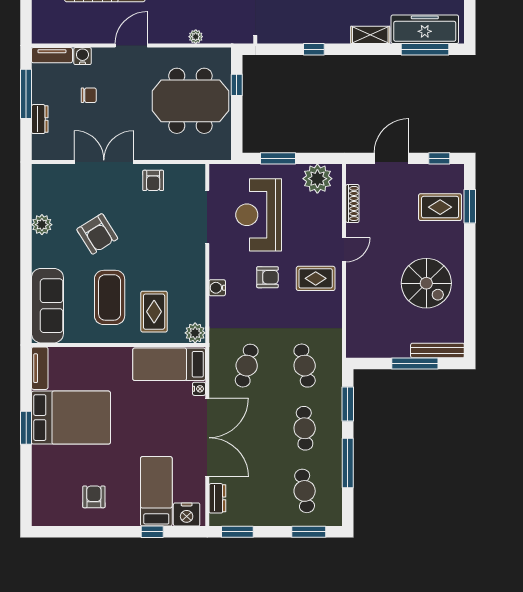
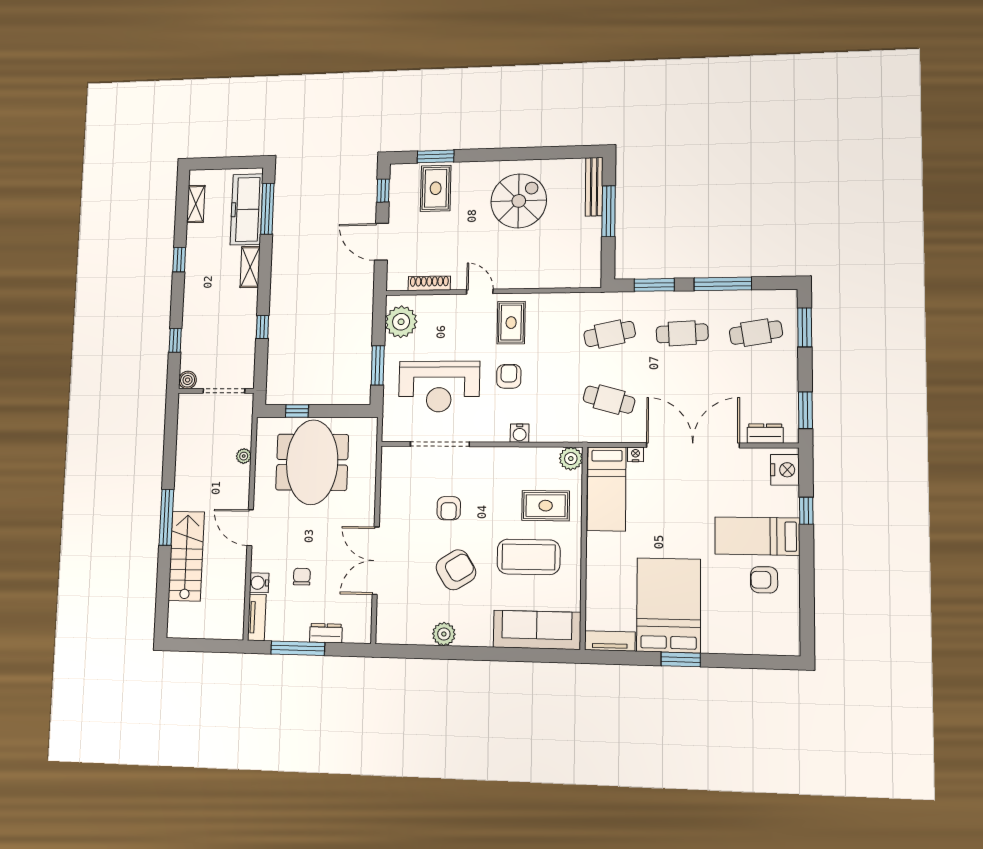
armchair: (153, 180) -> (449, 508), moved, turned 90
bed: (156, 491) -> (757, 536), moved

